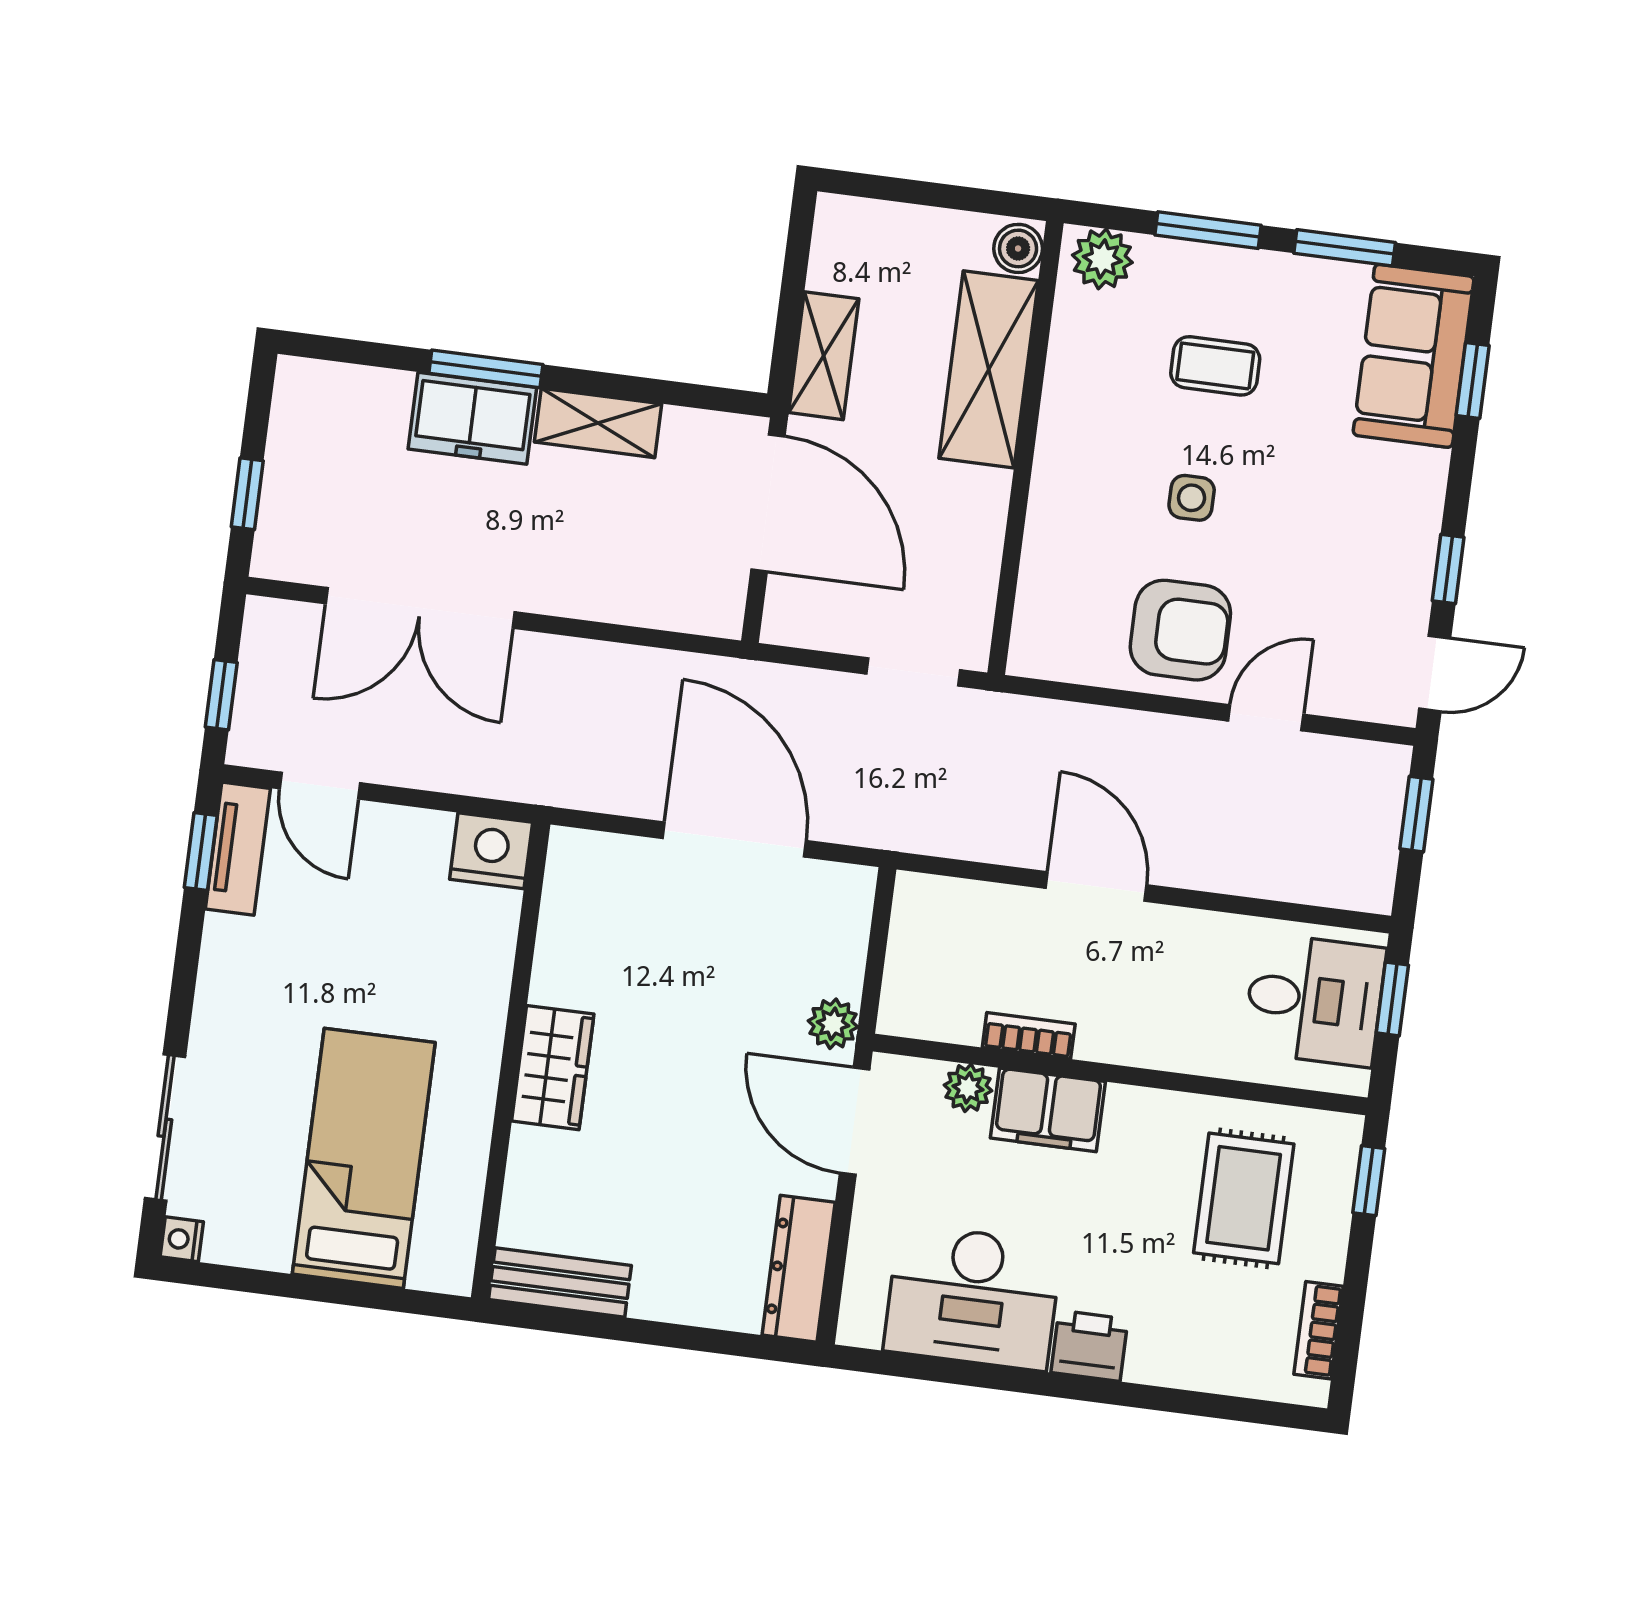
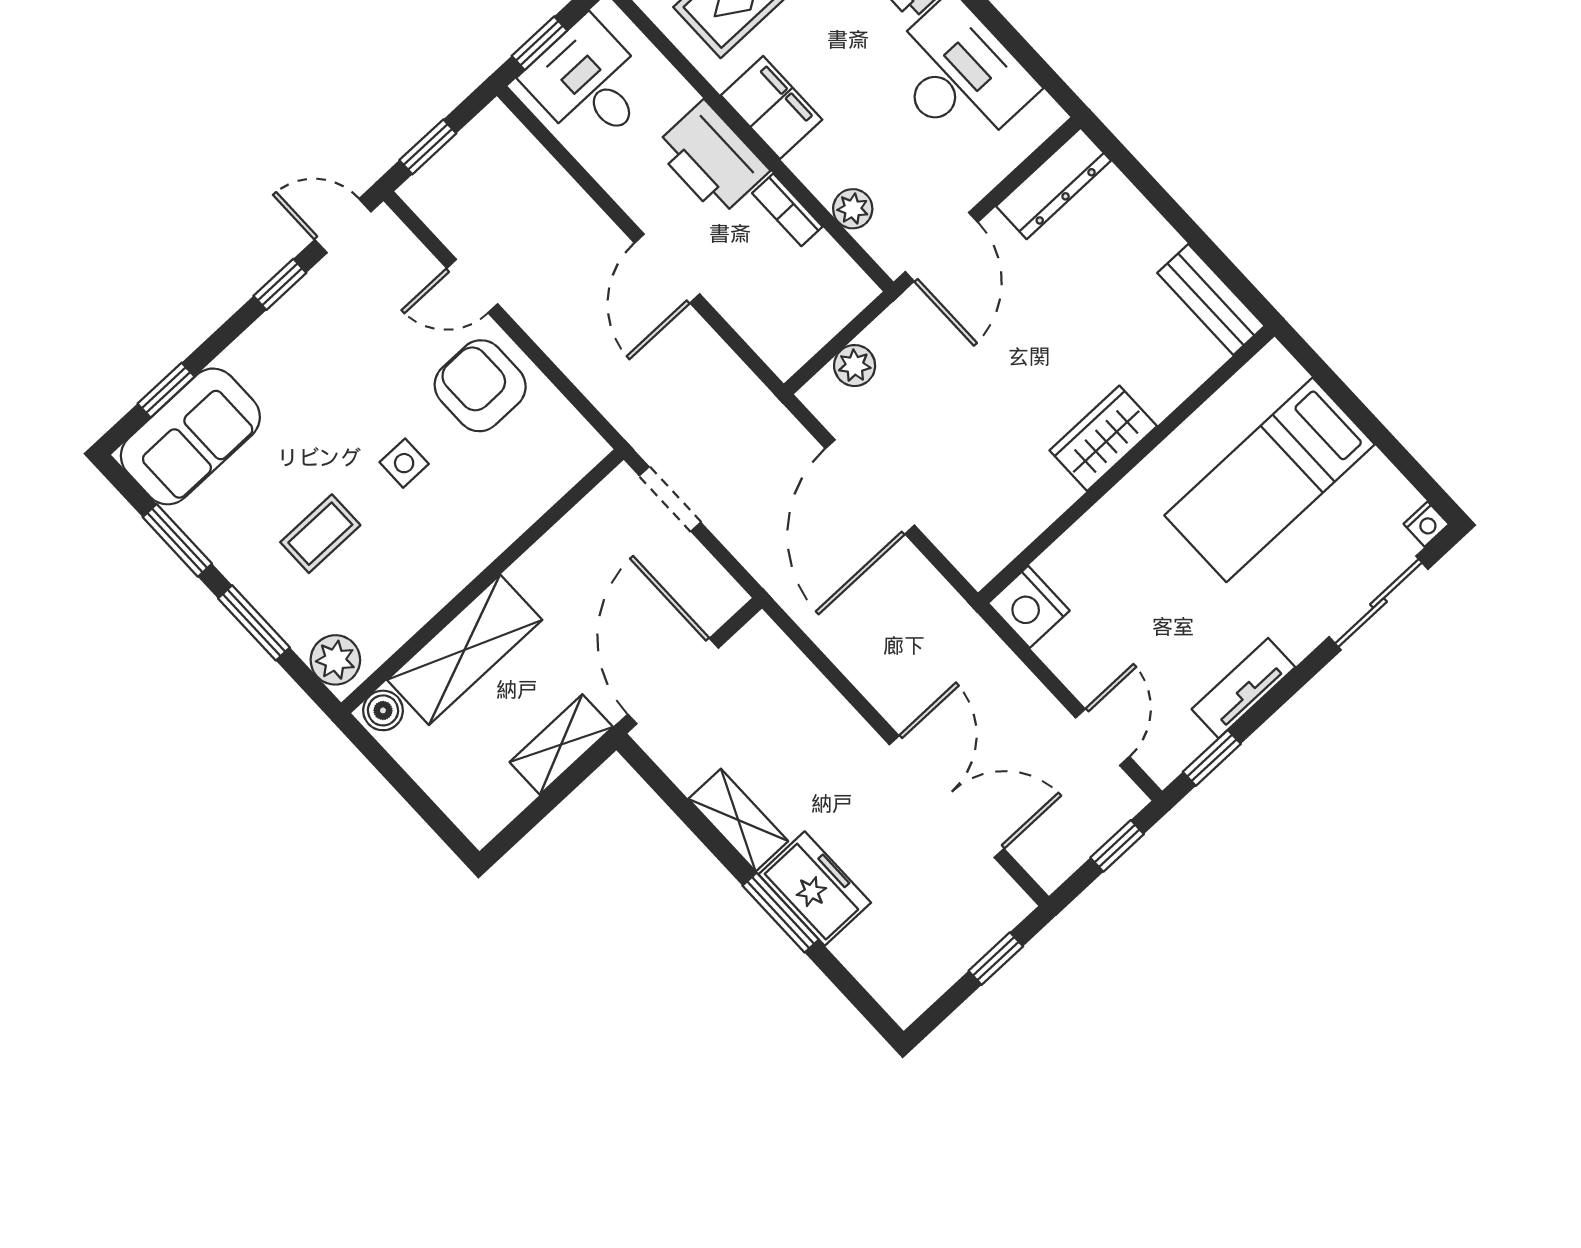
coffee table: (1215, 366) -> (320, 534), turned 90
tv unit: (238, 849) -> (1243, 688), moved
plant: (833, 1024) -> (855, 366), moved
printer: (1140, 1025) -> (711, 159), added
filing cabinet: (1048, 1110) -> (771, 107), moved

